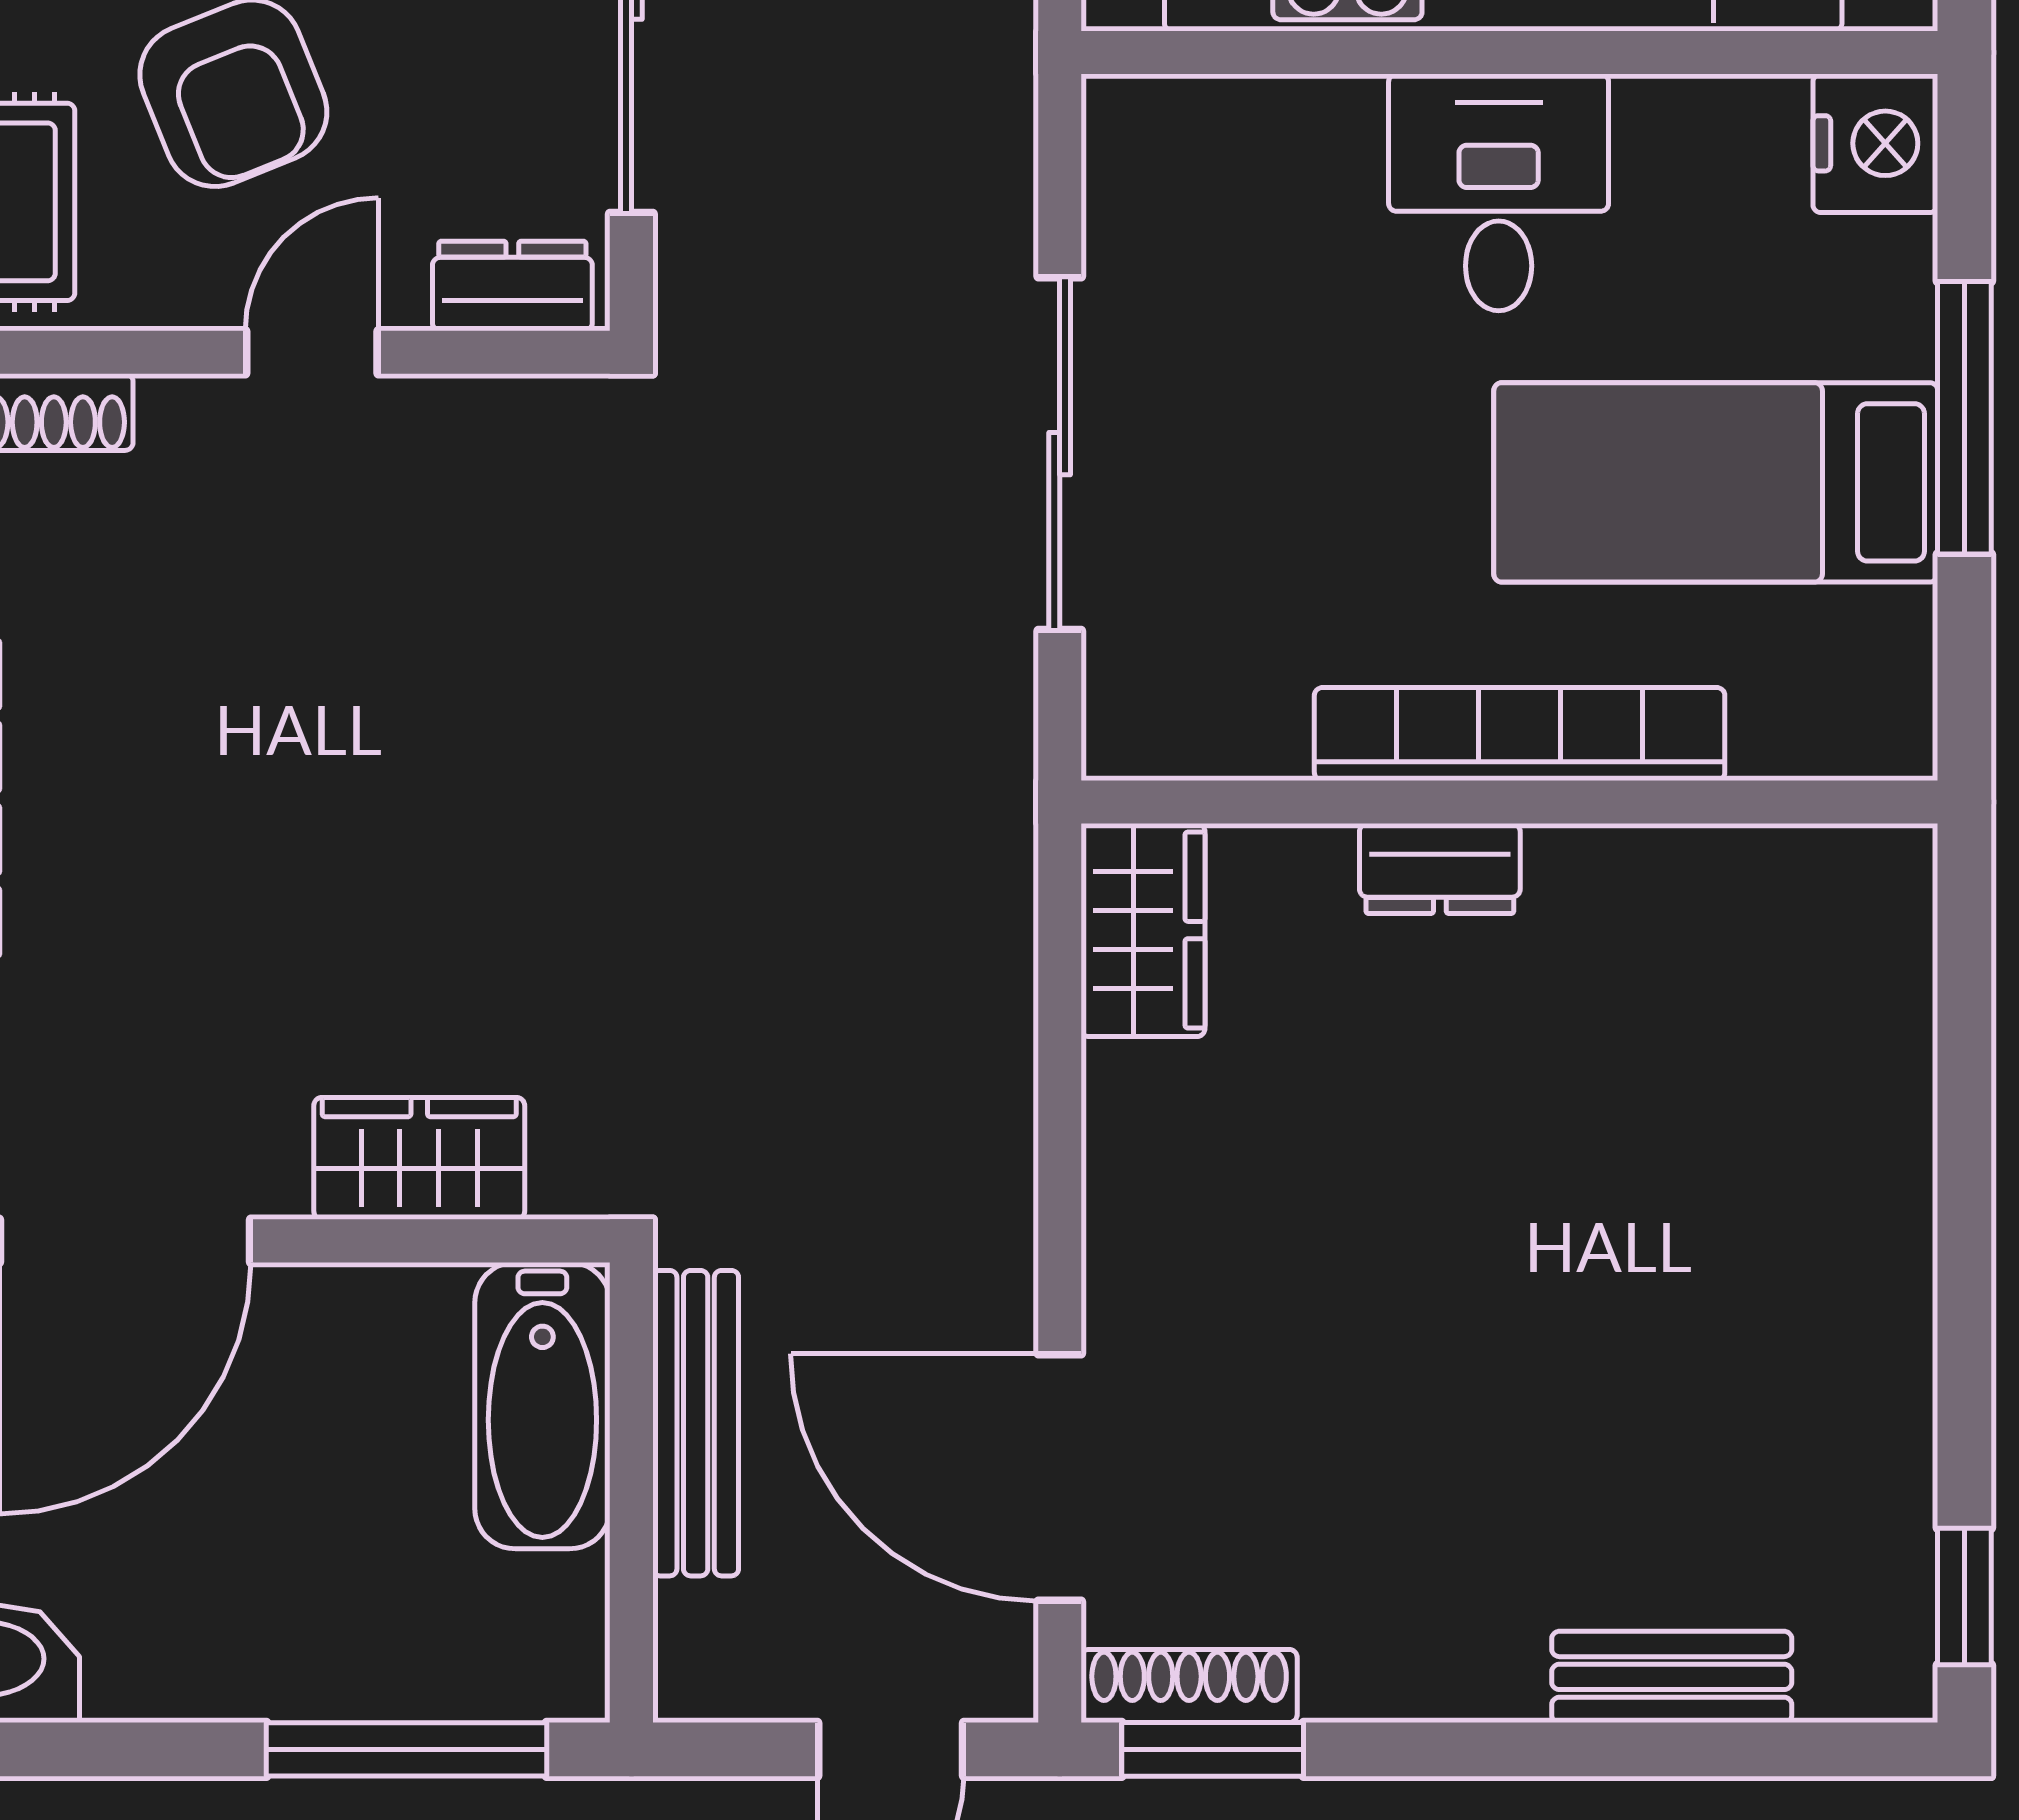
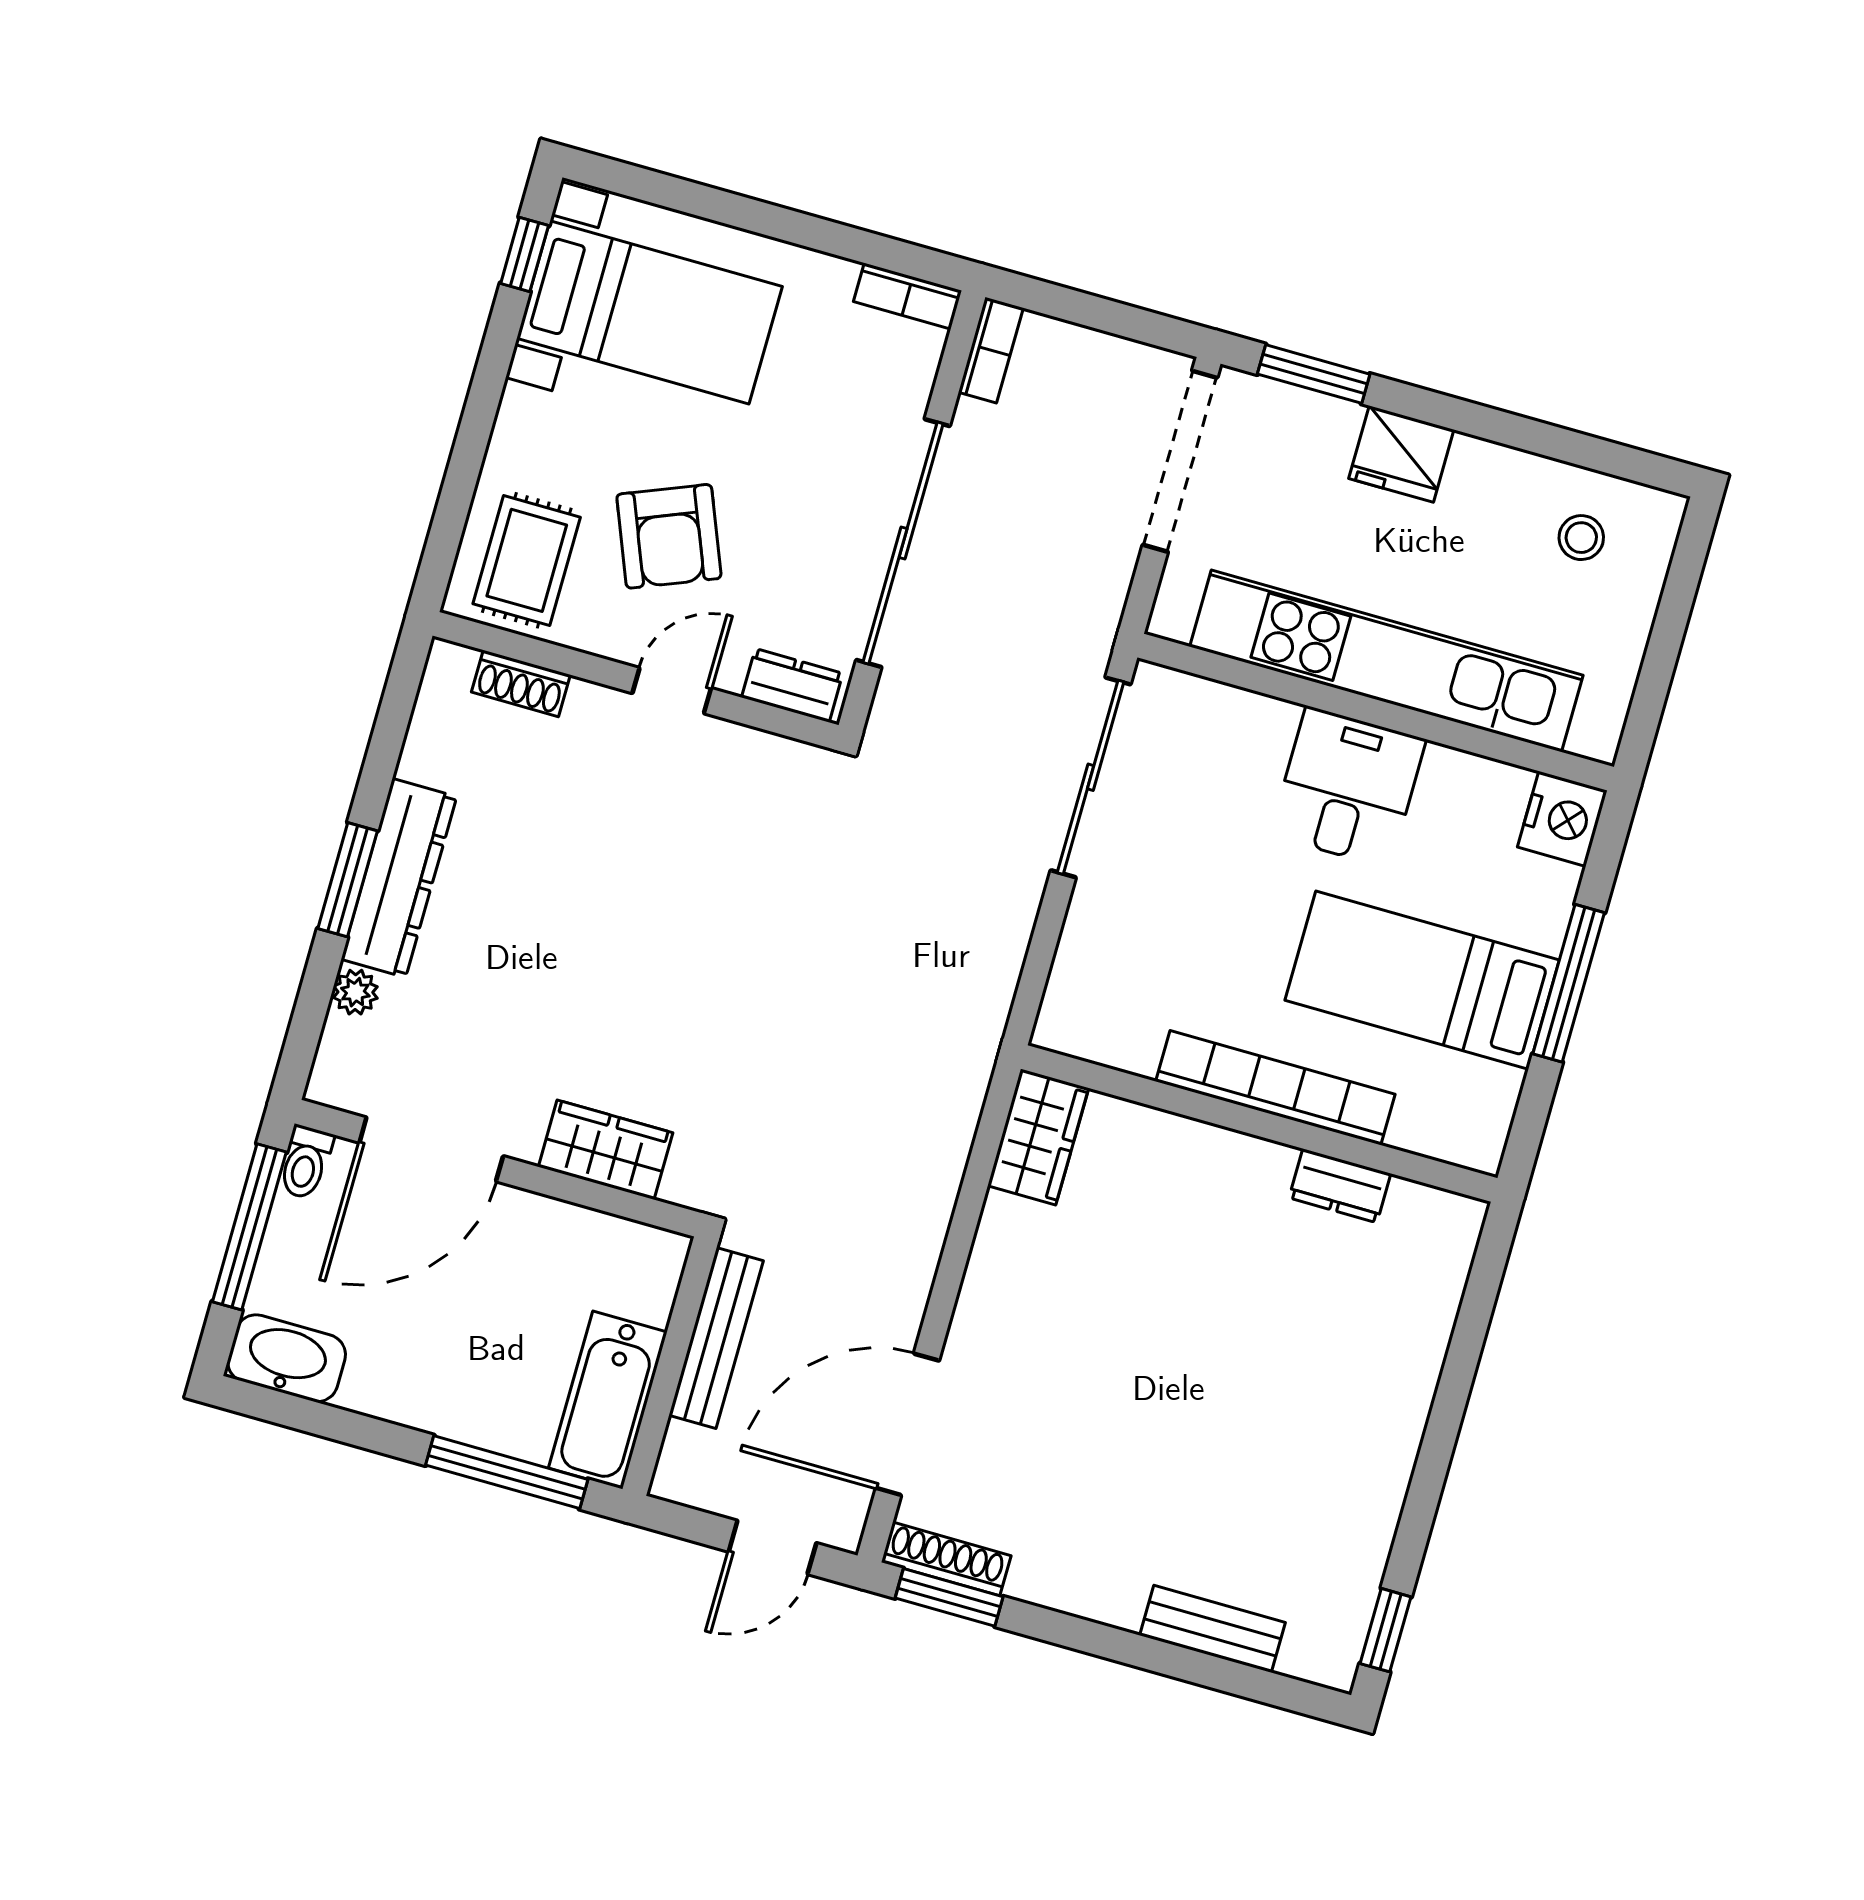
sliding door: (1060, 454) -> (1091, 777), moved
dresser: (1440, 868) -> (1340, 1186), moved
bathtub: (542, 1406) -> (608, 1400), moved
door: (1060, 1477) -> (907, 1424), hinge flipped

